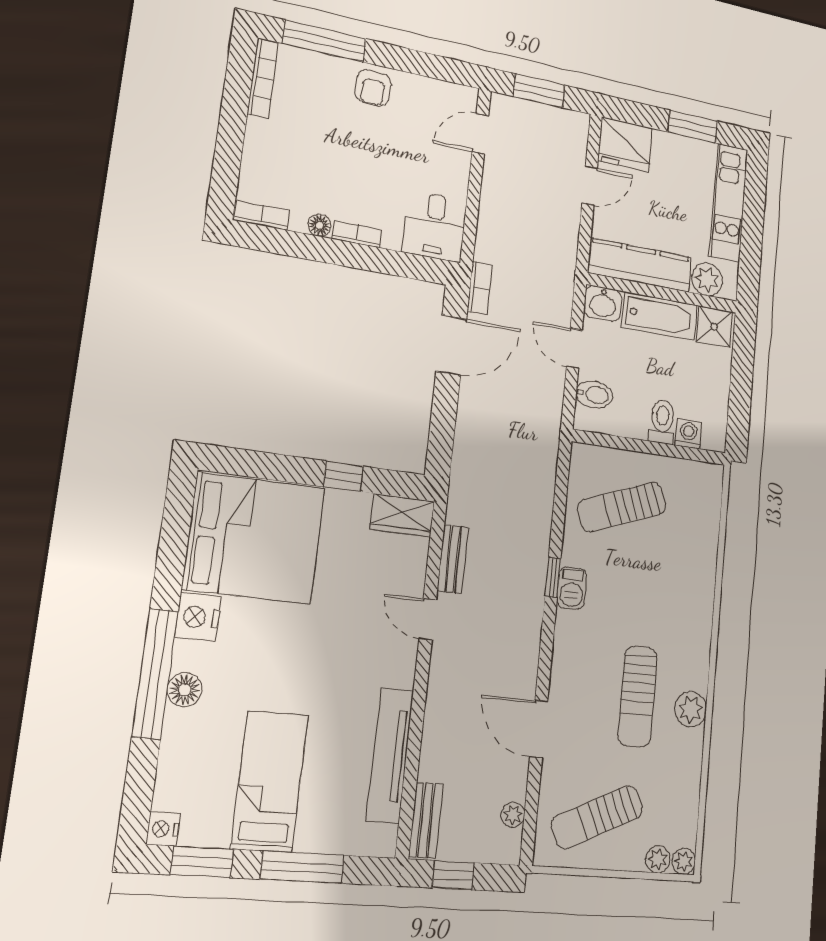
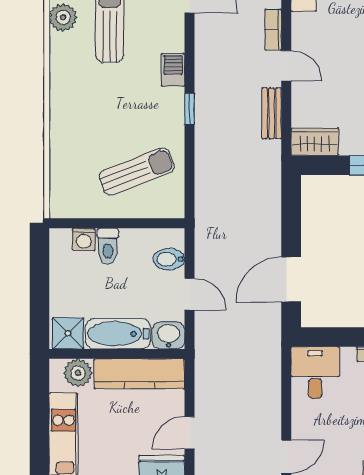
bookcase: (480, 288) -> (273, 30), moved
barbecue: (572, 588) -> (173, 70), moved

